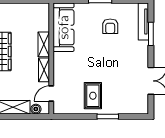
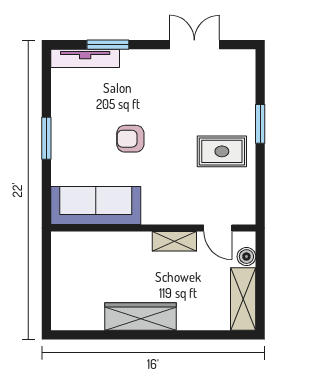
armchair: (110, 26) -> (130, 139), moved, turned 180
shelving: (44, 44) -> (127, 242), removed

